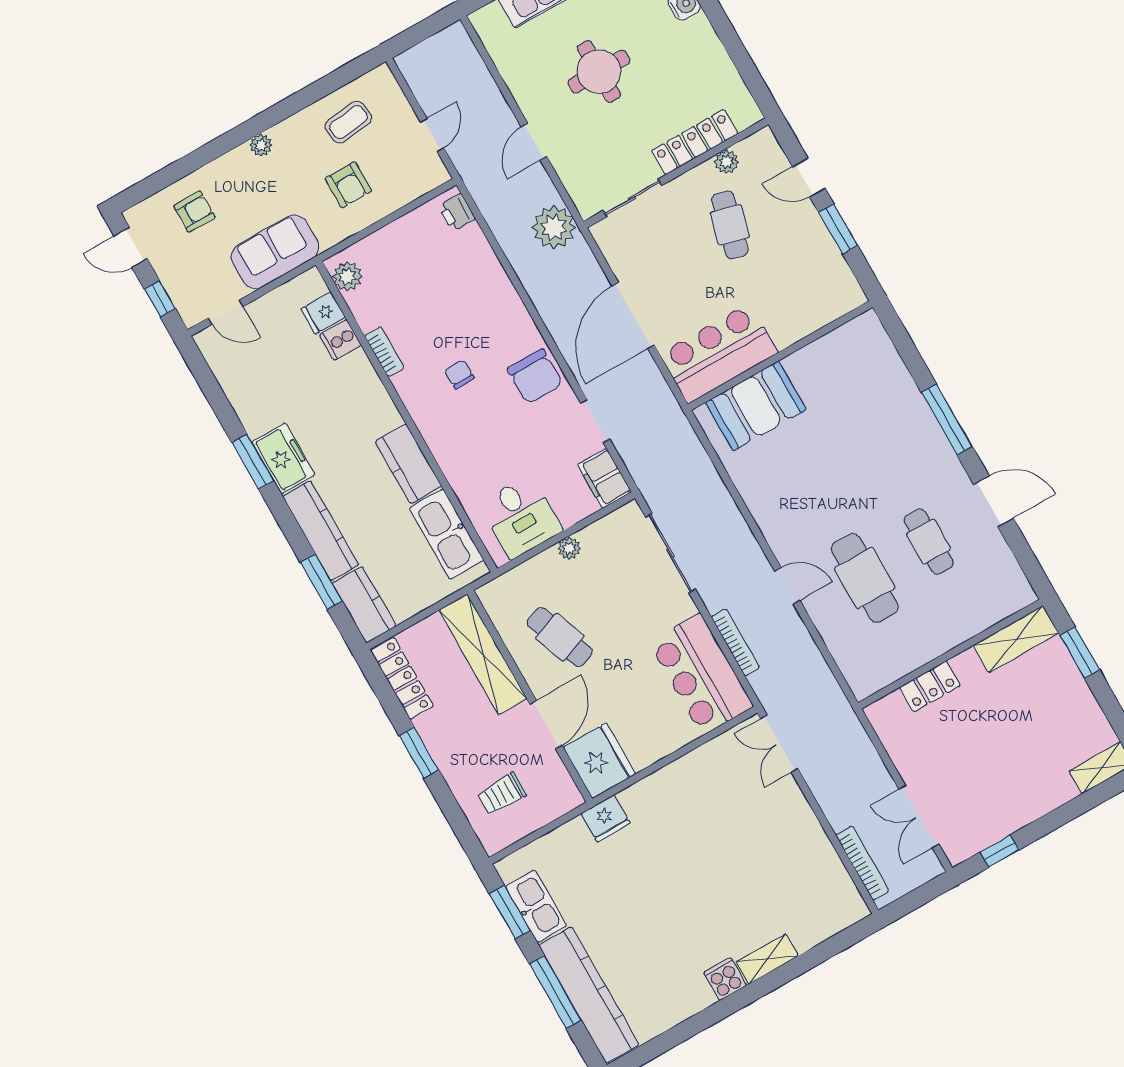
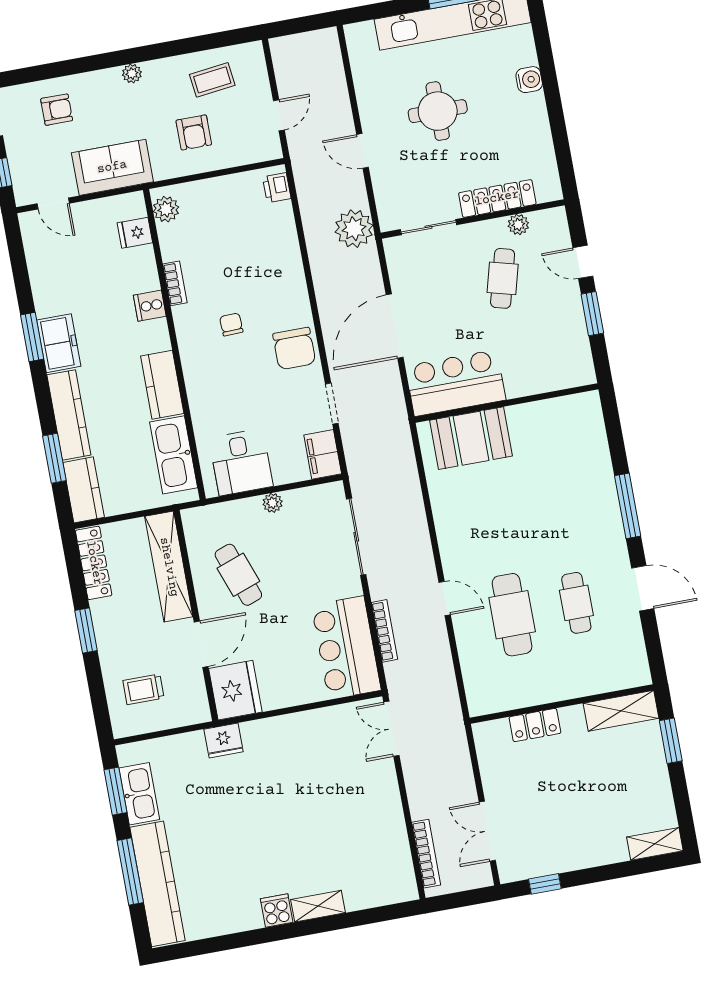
door: (534, 142) -> (362, 151), hinge flipped
cooker: (340, 340) -> (150, 306), moved

